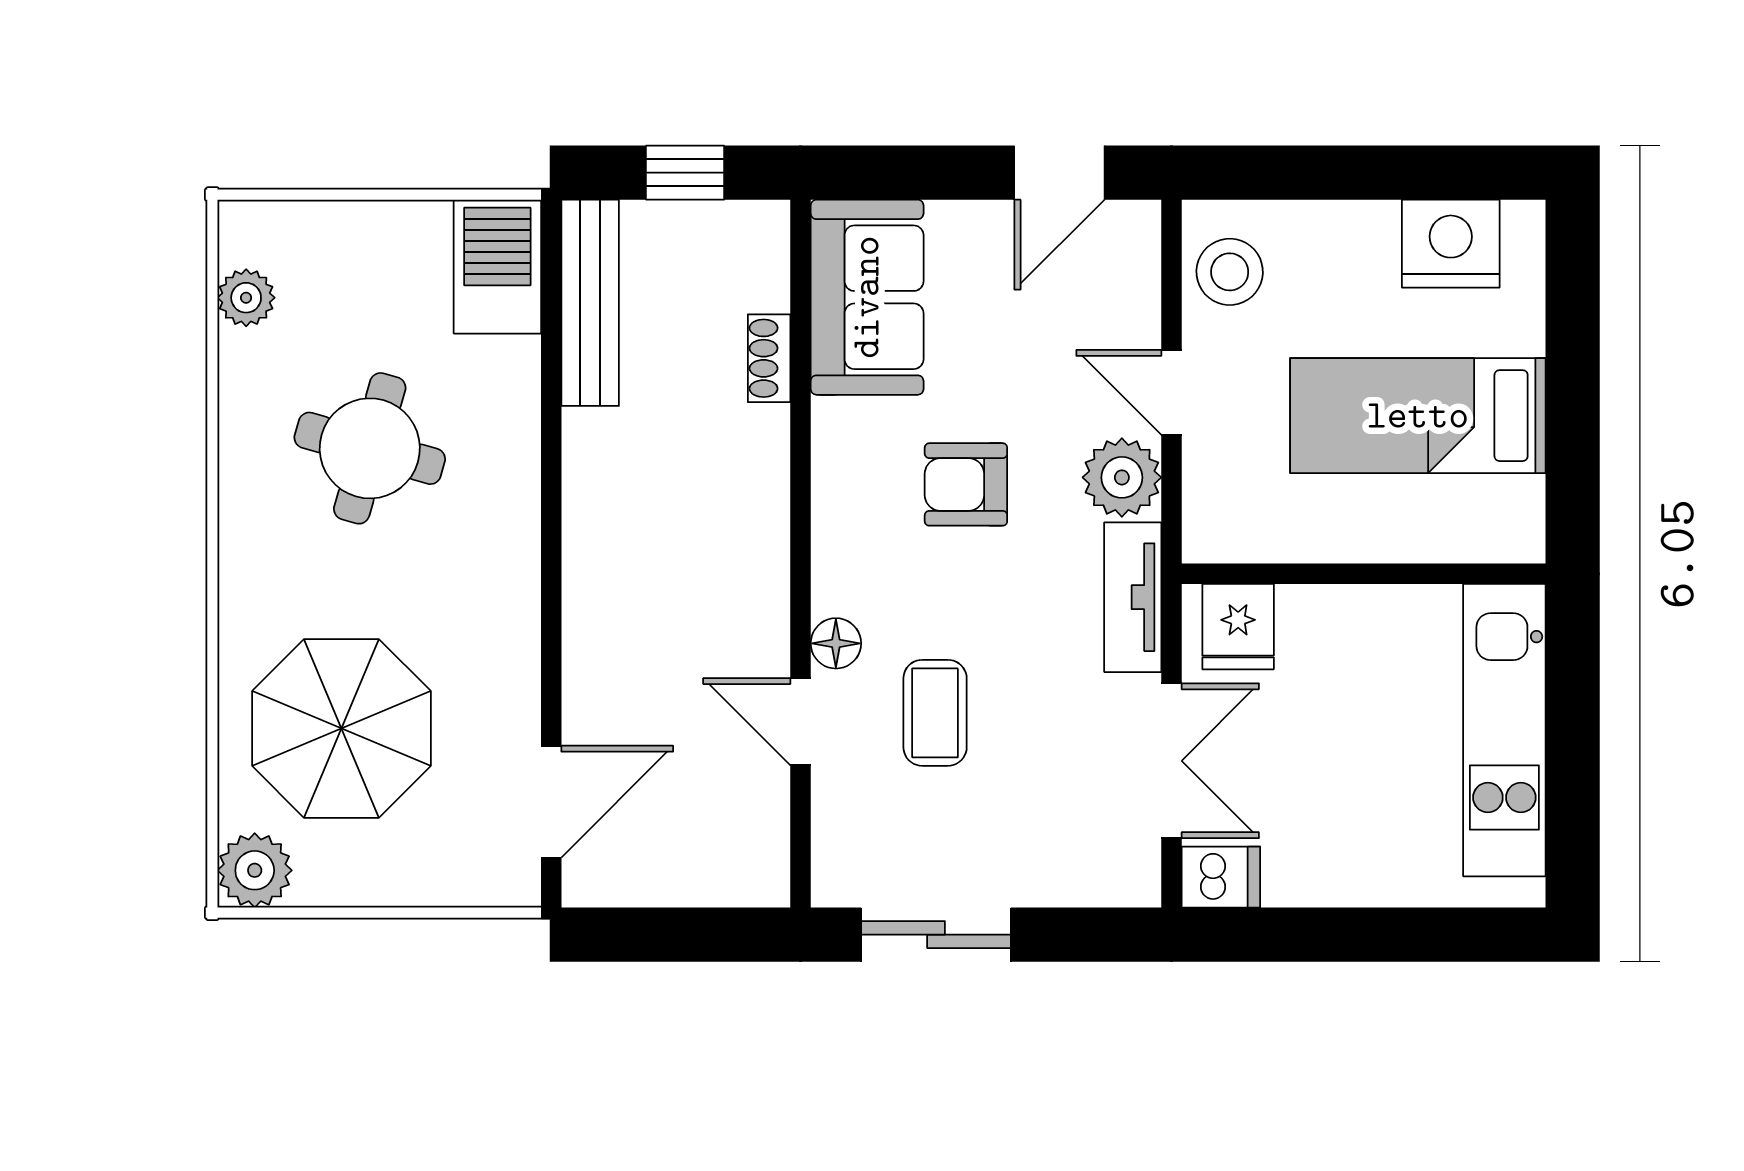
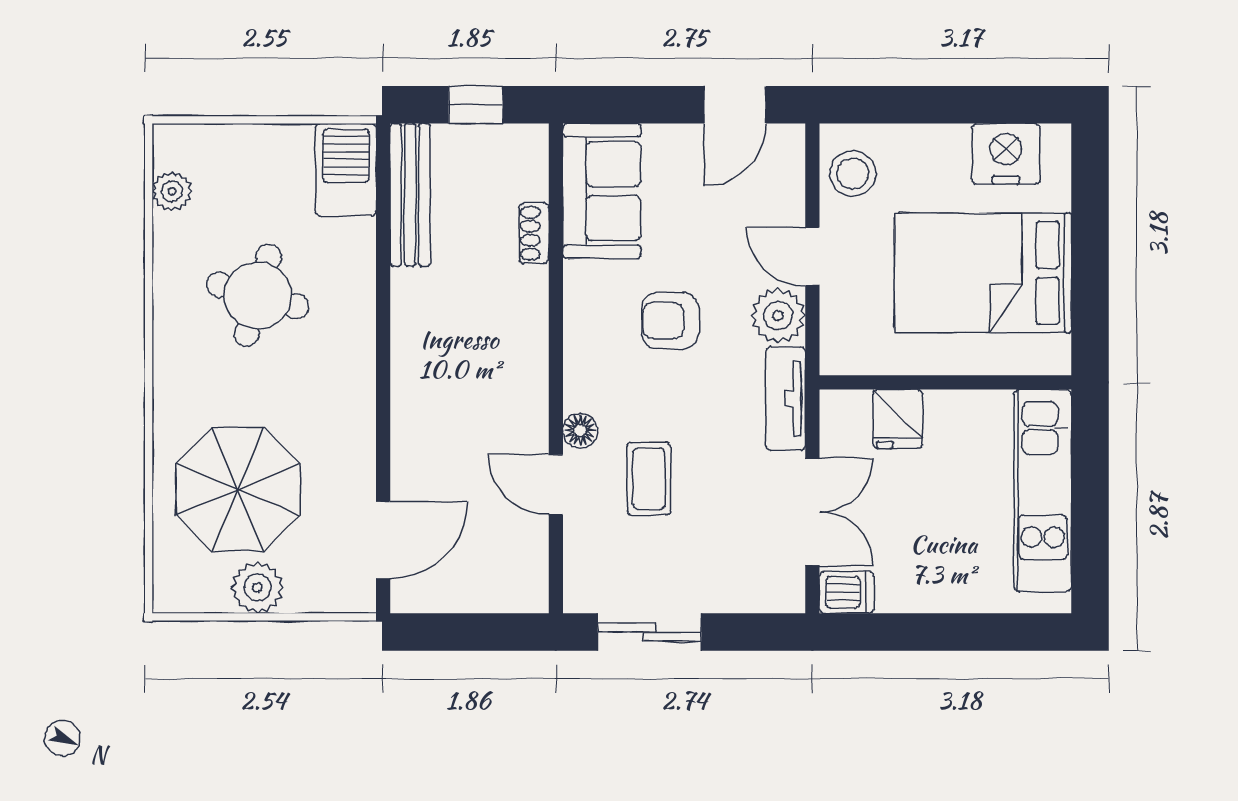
bed: (1418, 416) -> (983, 273), width x1.50
fridge: (1238, 627) -> (898, 419), moved
plant: (255, 870) -> (258, 588), moved

